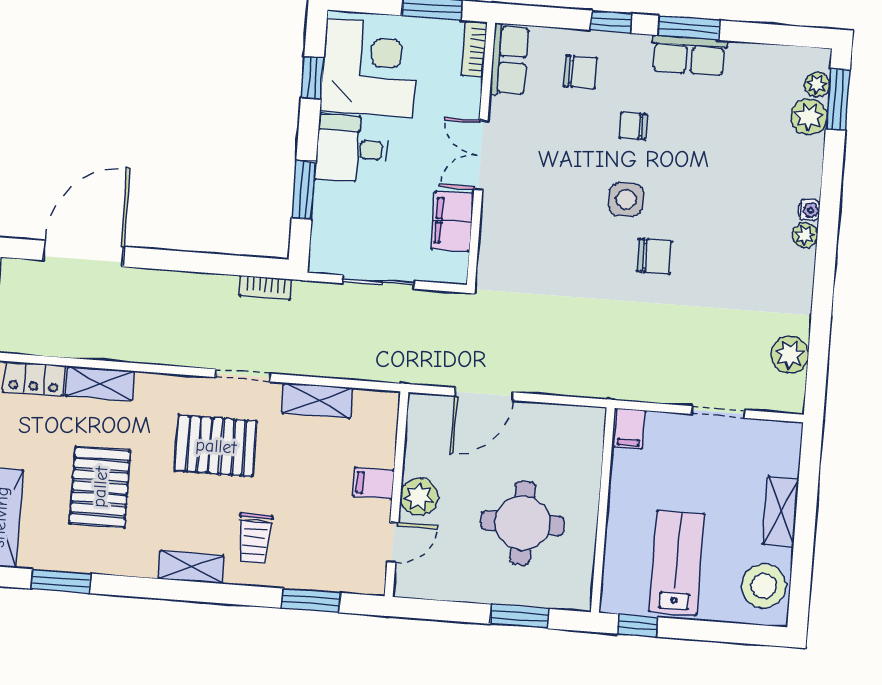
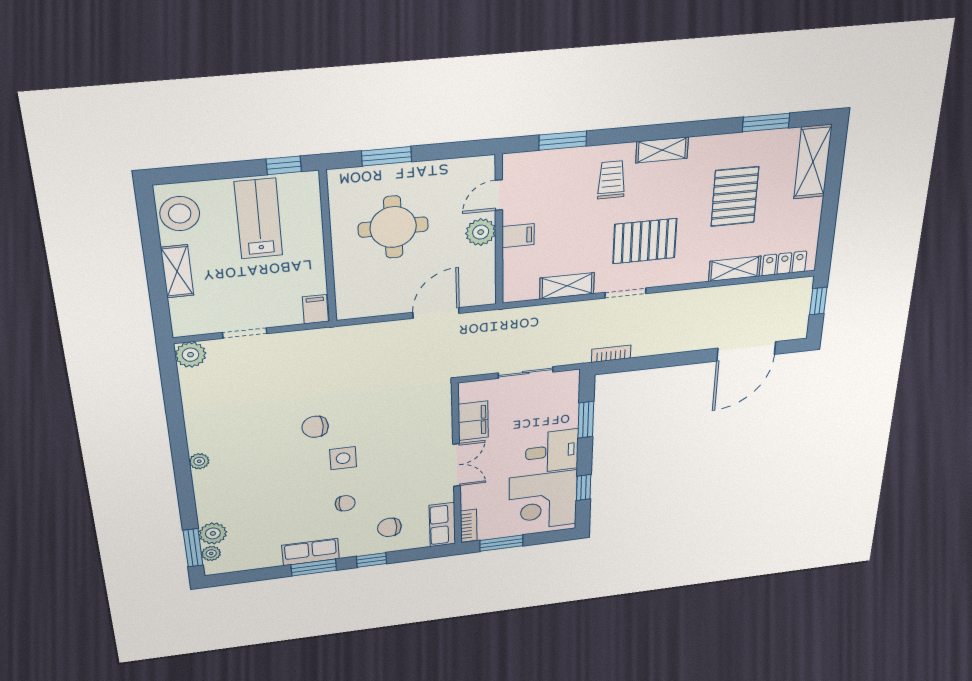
water cooler: (809, 210) -> (200, 478), removed
plant: (790, 355) -> (191, 355), moved
lab bench: (677, 563) -> (259, 219), turned 180

